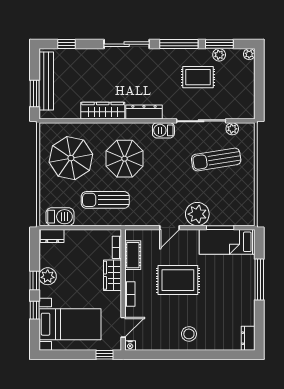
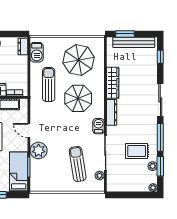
rug: (198, 77) -> (137, 151), turned 90

